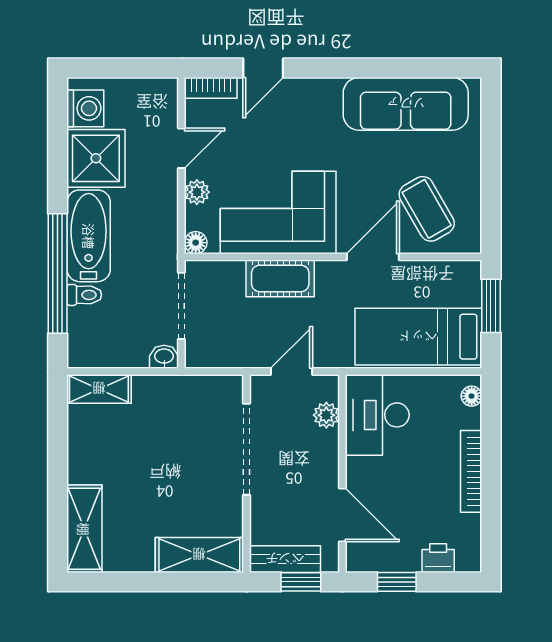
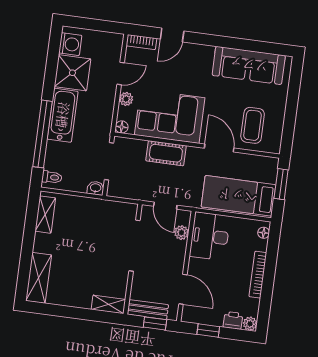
coffee table: (427, 209) -> (253, 125), turned 30
door: (373, 257) -> (219, 148), hinge flipped
toilet: (84, 295) -> (52, 177), moved
door: (291, 371) -> (165, 206), swing flipped
shelving: (99, 389) -> (45, 215), moved, turned 90
shelving: (199, 555) -> (108, 304), width x0.67, depth x0.75
plant: (469, 560) -> (250, 324), added

